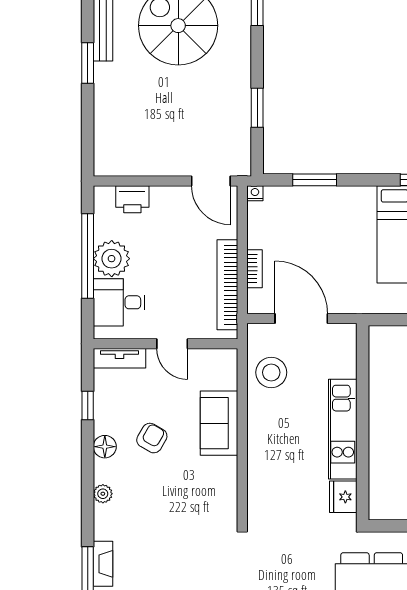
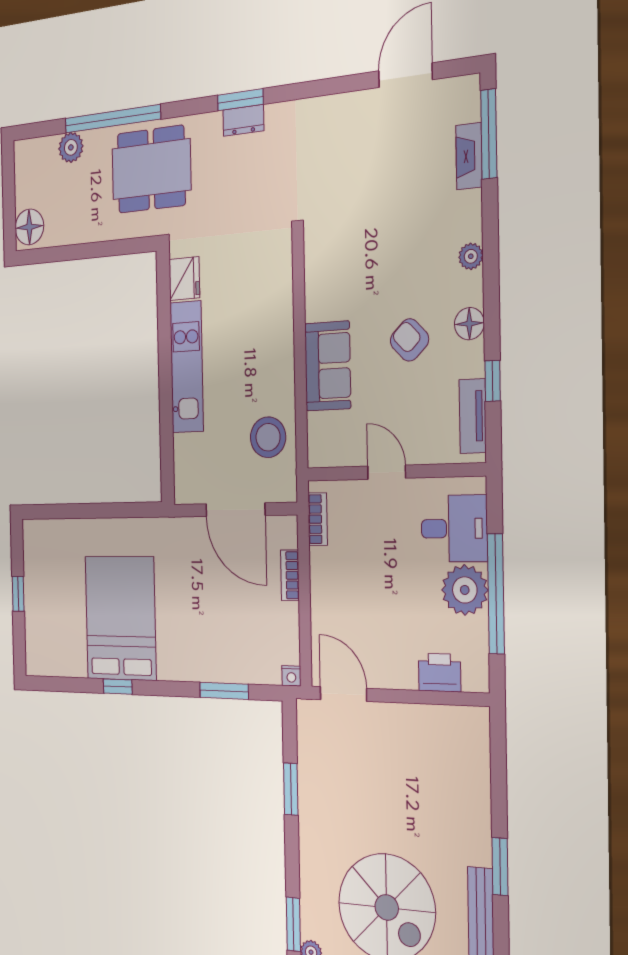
bookcase: (227, 285) -> (318, 519), width x0.43, depth x0.76
tv unit: (119, 358) -> (473, 416), moved, turned -90
armchair: (152, 438) -> (409, 340), turned 106

